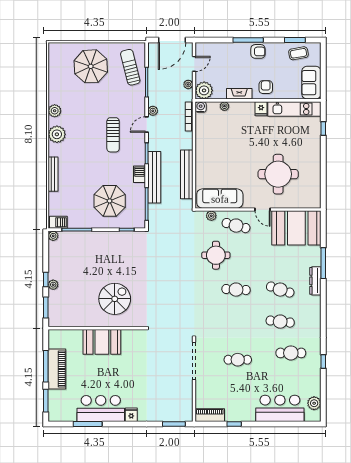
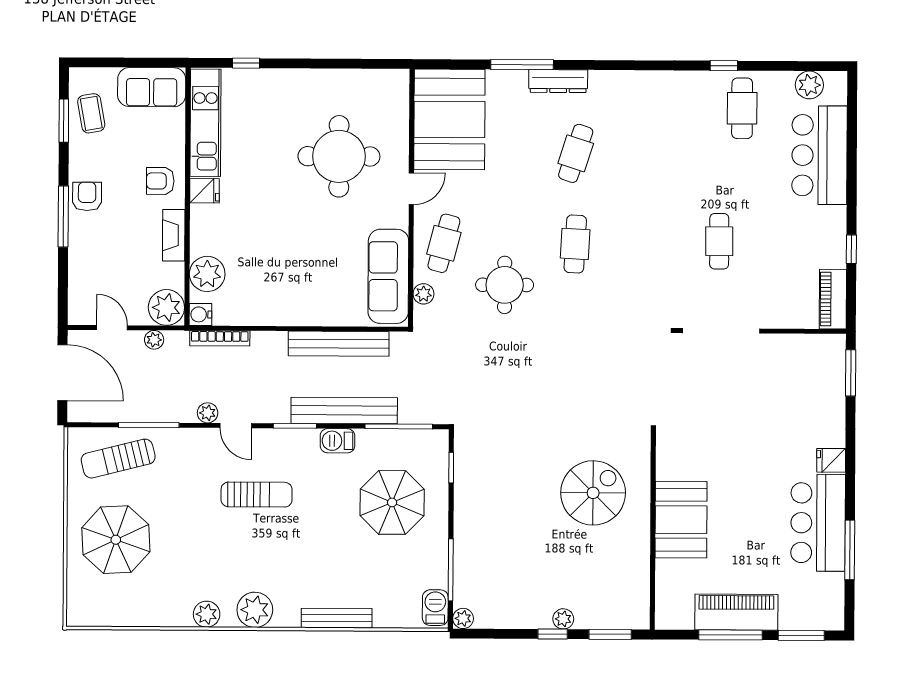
plant: (224, 106) -> (207, 274), width x1.88, depth x1.88
spiral stairs: (115, 299) -> (593, 493), turned 90
cafe table: (280, 322) -> (641, 154), removed
cafe table: (291, 353) -> (742, 108), moved

